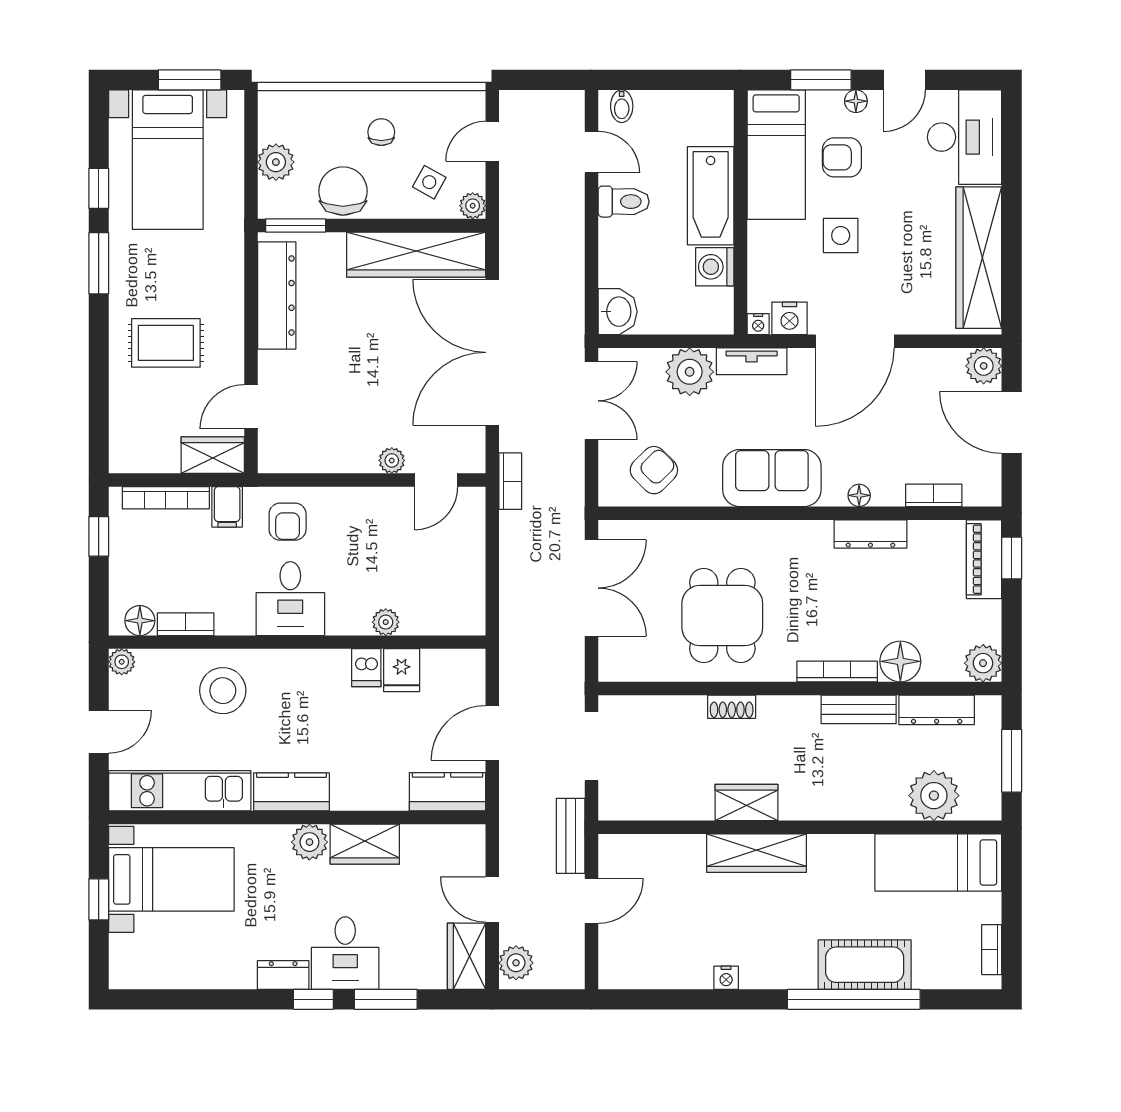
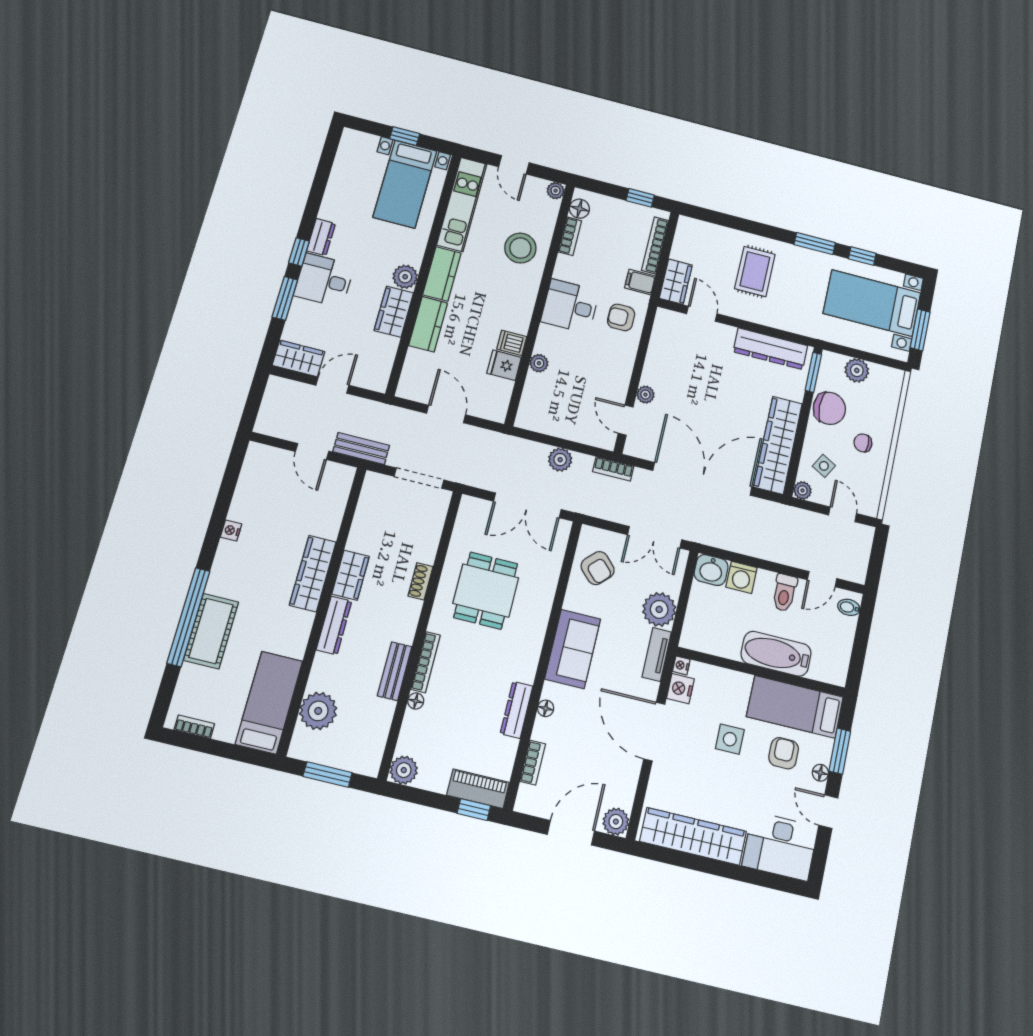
chair: (381, 132) -> (863, 443), turned 180
washing machine: (715, 267) -> (741, 577), moved, turned 180
dining table: (722, 615) -> (486, 591), turned 90
floor lamp: (900, 661) -> (416, 701), width x0.53, depth x0.53
dresser: (937, 710) -> (334, 625), moved, turned 180
kitchen counter: (448, 792) -> (428, 324), moved
plant: (516, 963) -> (560, 460), moved

